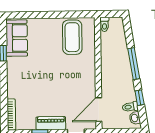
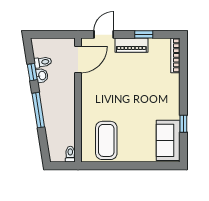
washbasin: (135, 118) -> (42, 76), moved

